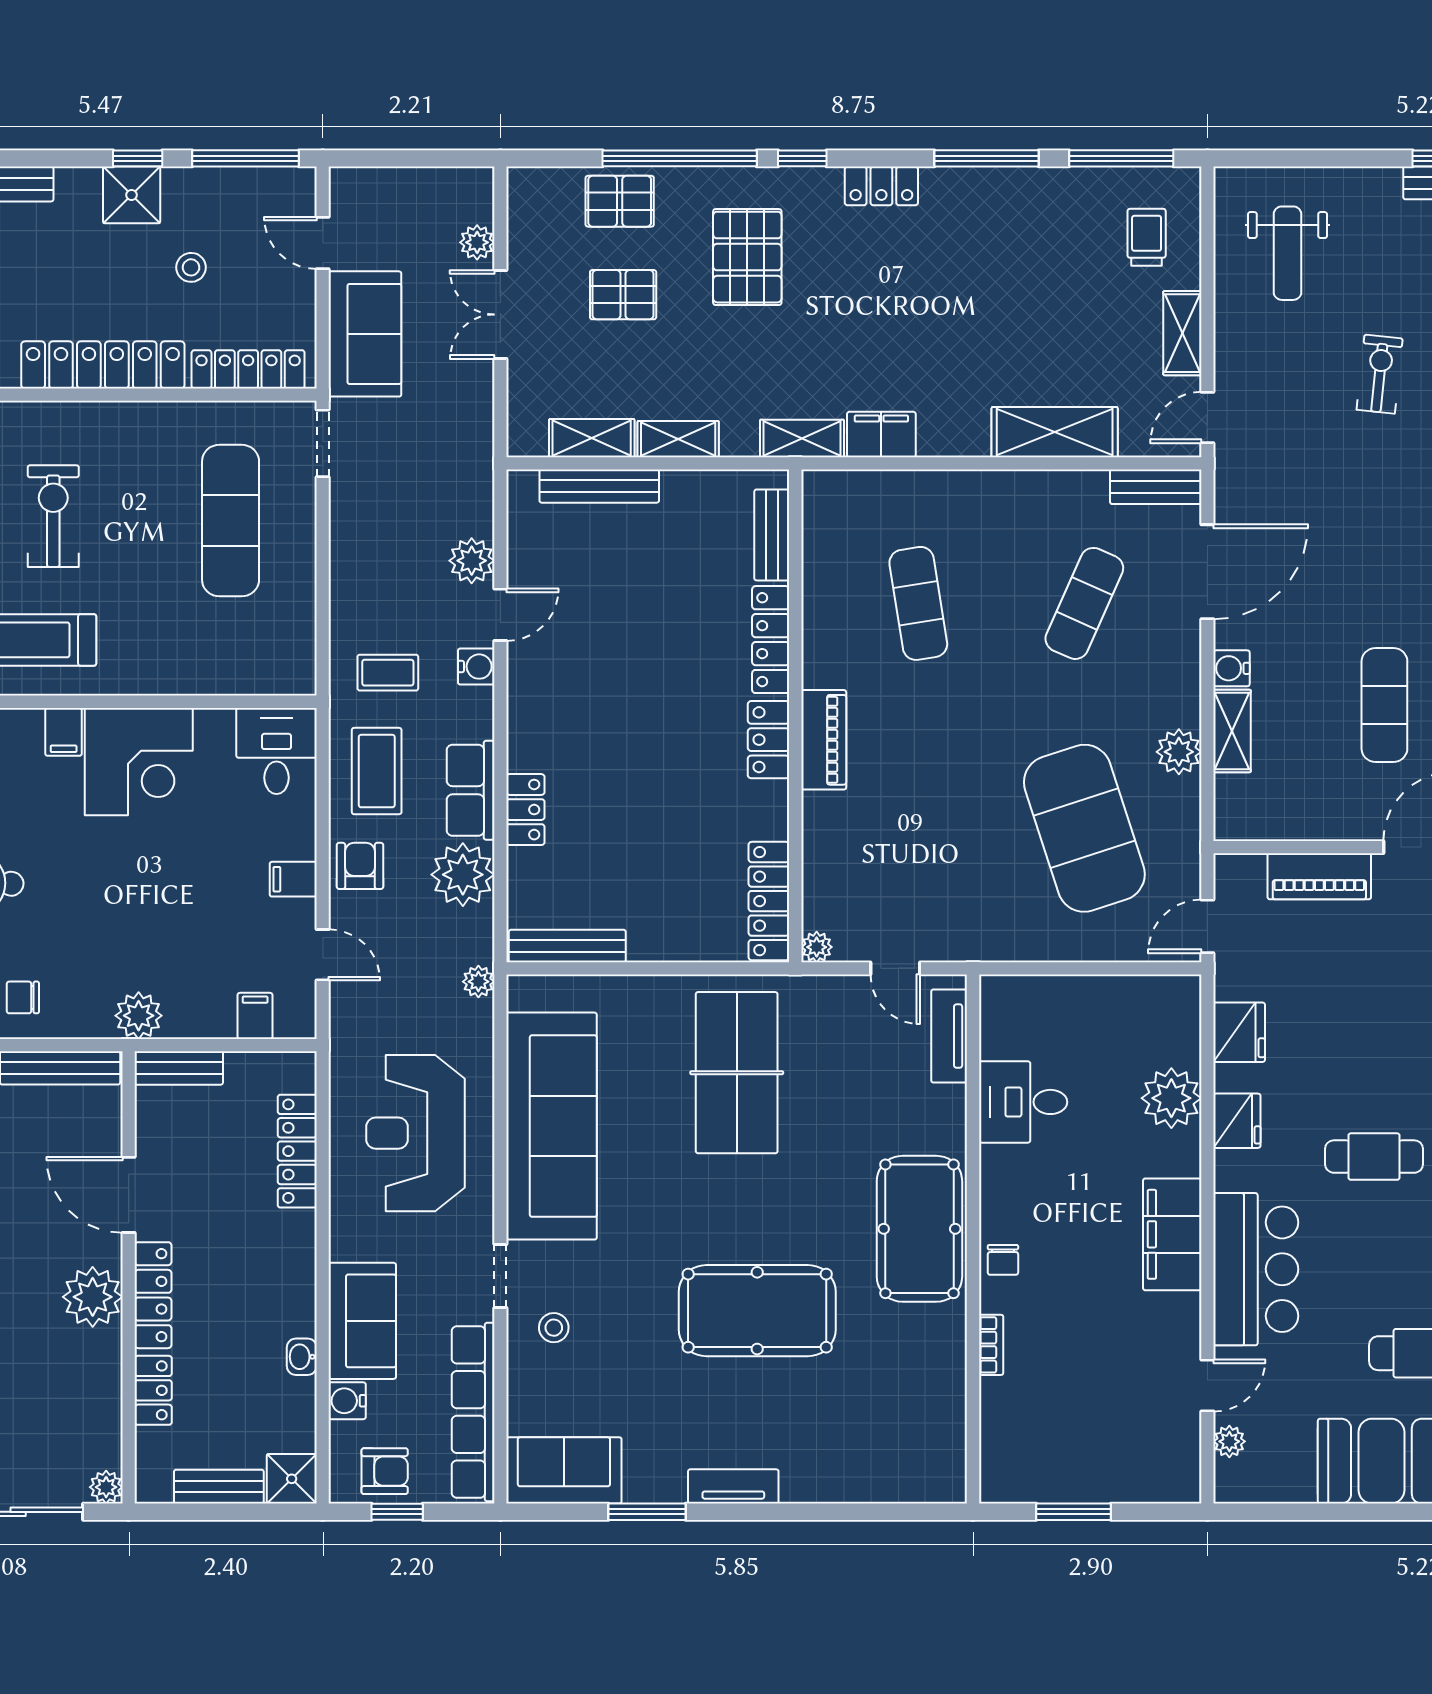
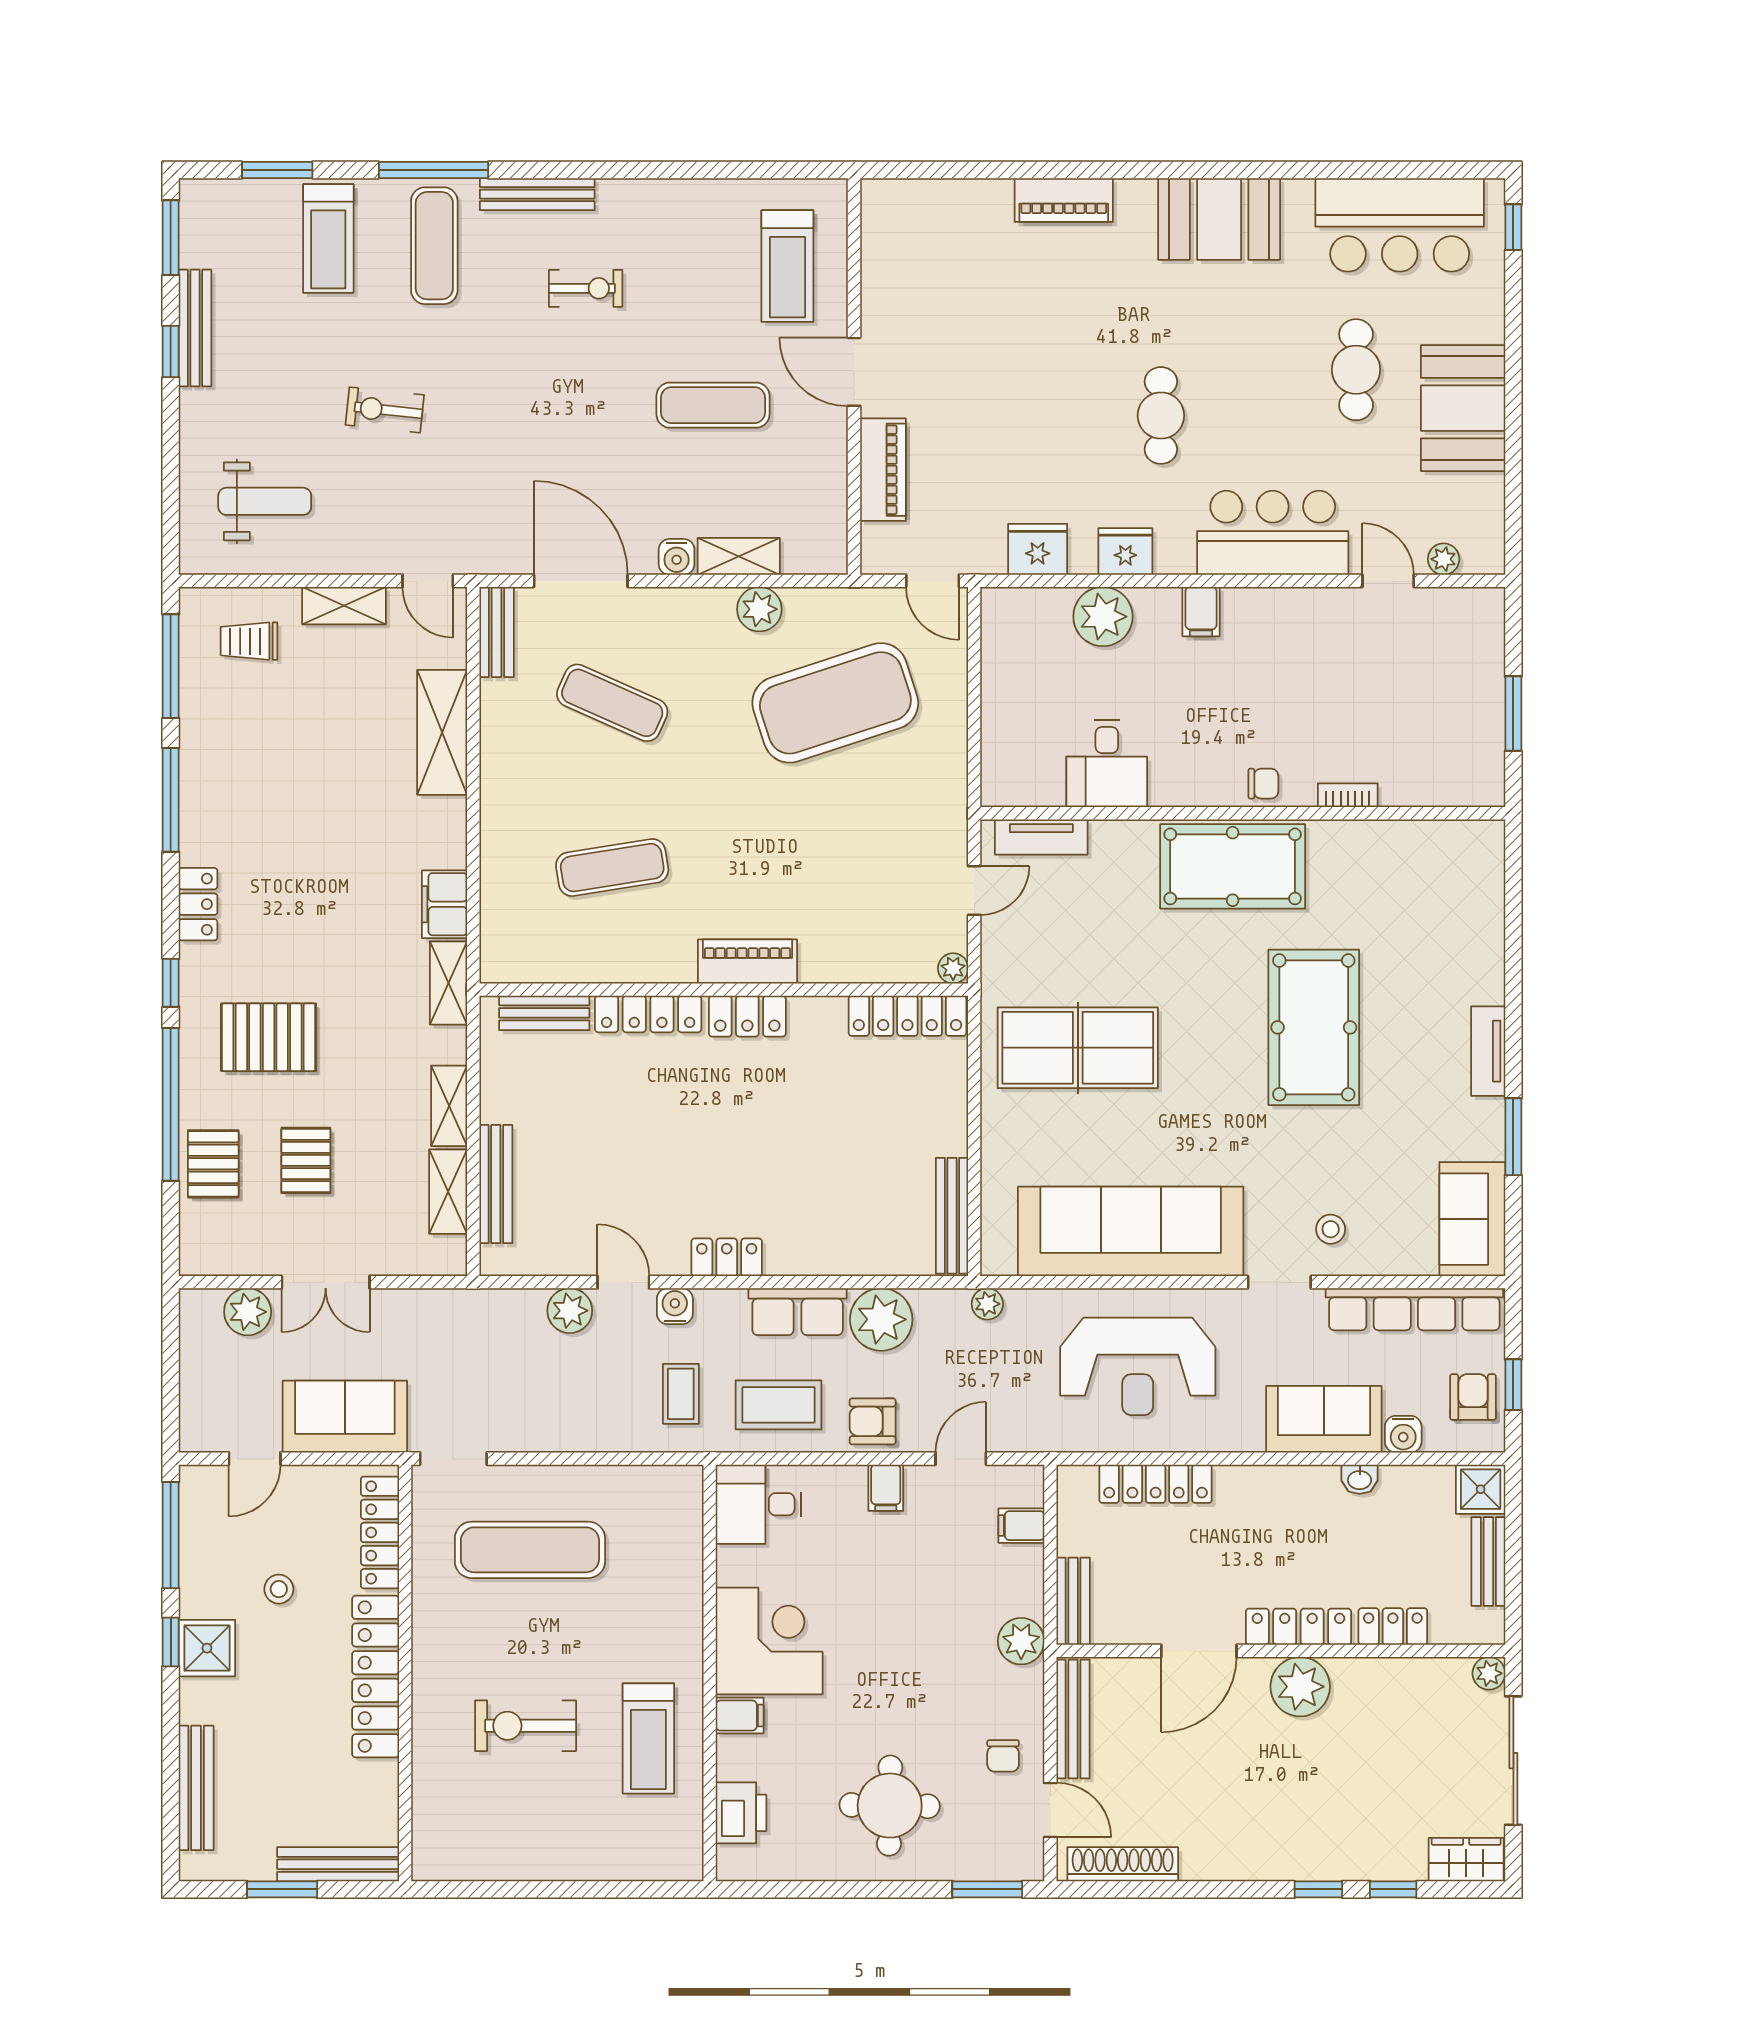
plant: (477, 242) -> (248, 1312), width x1.38, depth x1.38
locker: (525, 810) -> (727, 1257), moved
filing cabinet: (1172, 1234) -> (1201, 612), width x0.33, depth x0.86

